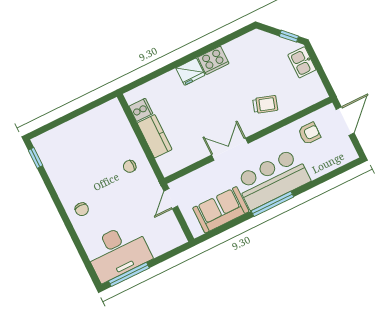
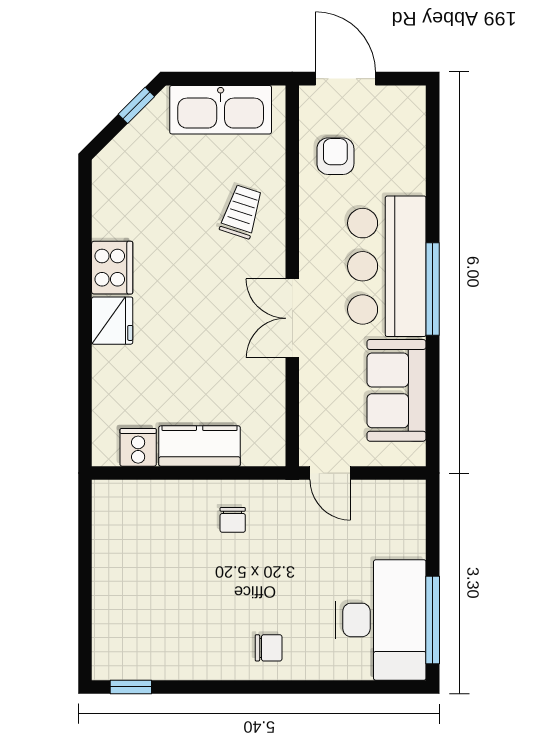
kitchen sink: (302, 62) -> (221, 110), width x1.88, depth x1.24

